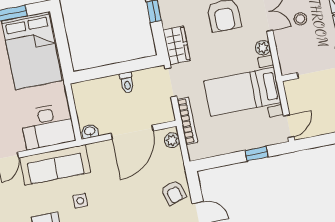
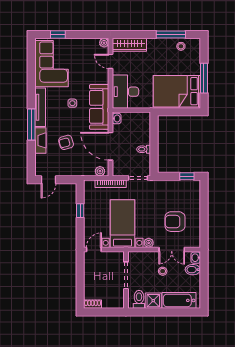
wardrobe: (177, 45) -> (162, 187), removed
door: (289, 126) -> (94, 249), swing flipped
window: (257, 154) -> (80, 211), moved
sofa: (55, 165) -> (99, 107), moved
armchair: (174, 192) -> (66, 142), moved

